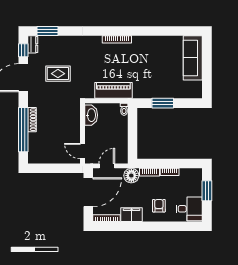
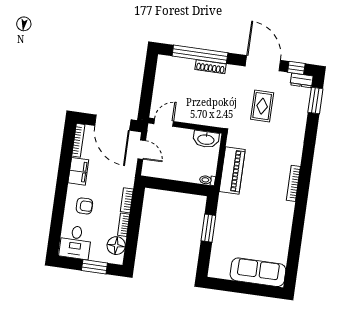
floor lamp: (131, 176) -> (116, 246), moved

